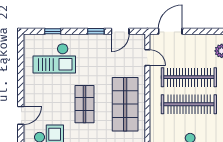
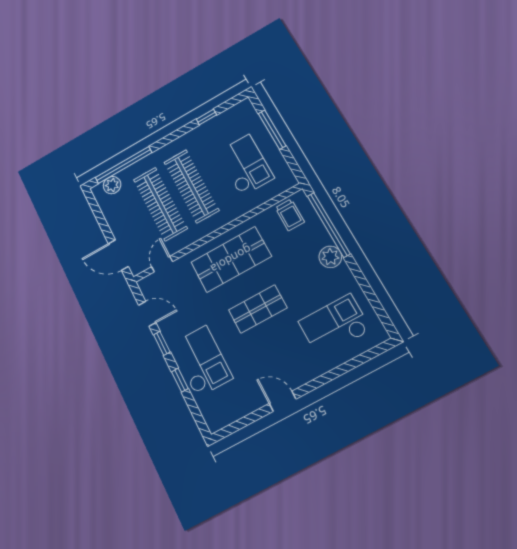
window: (53, 31) -> (180, 380), moved
checkout: (54, 58) -> (202, 361), moved
door: (21, 115) -> (283, 401), moved

